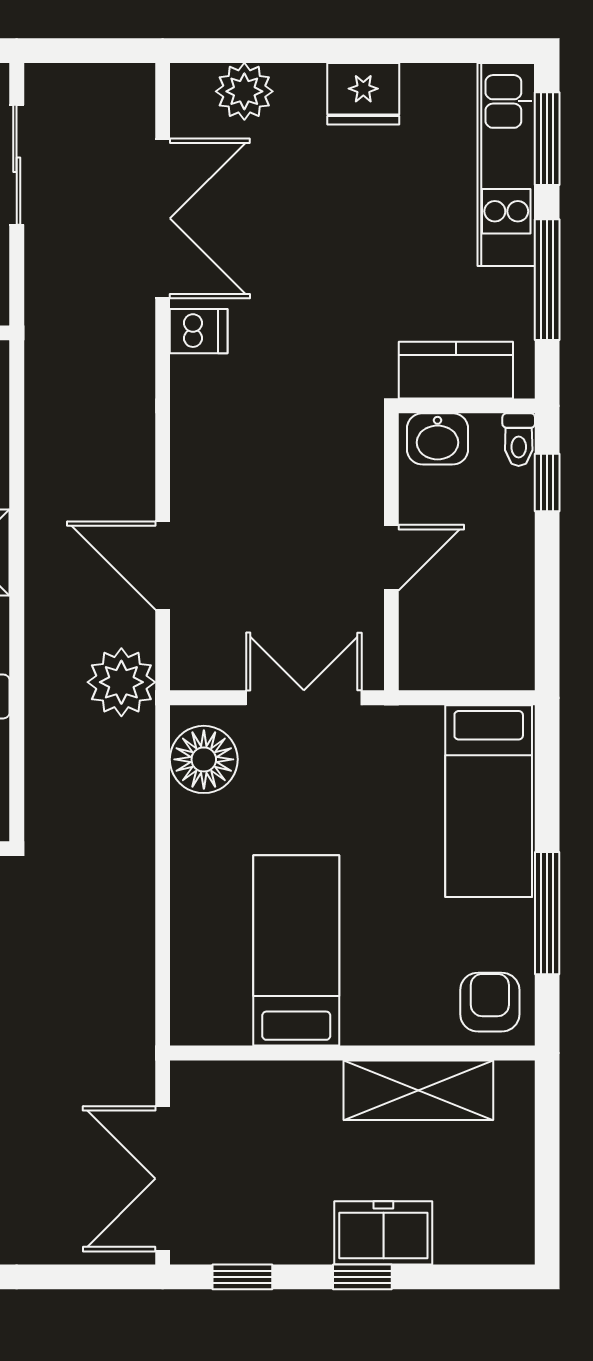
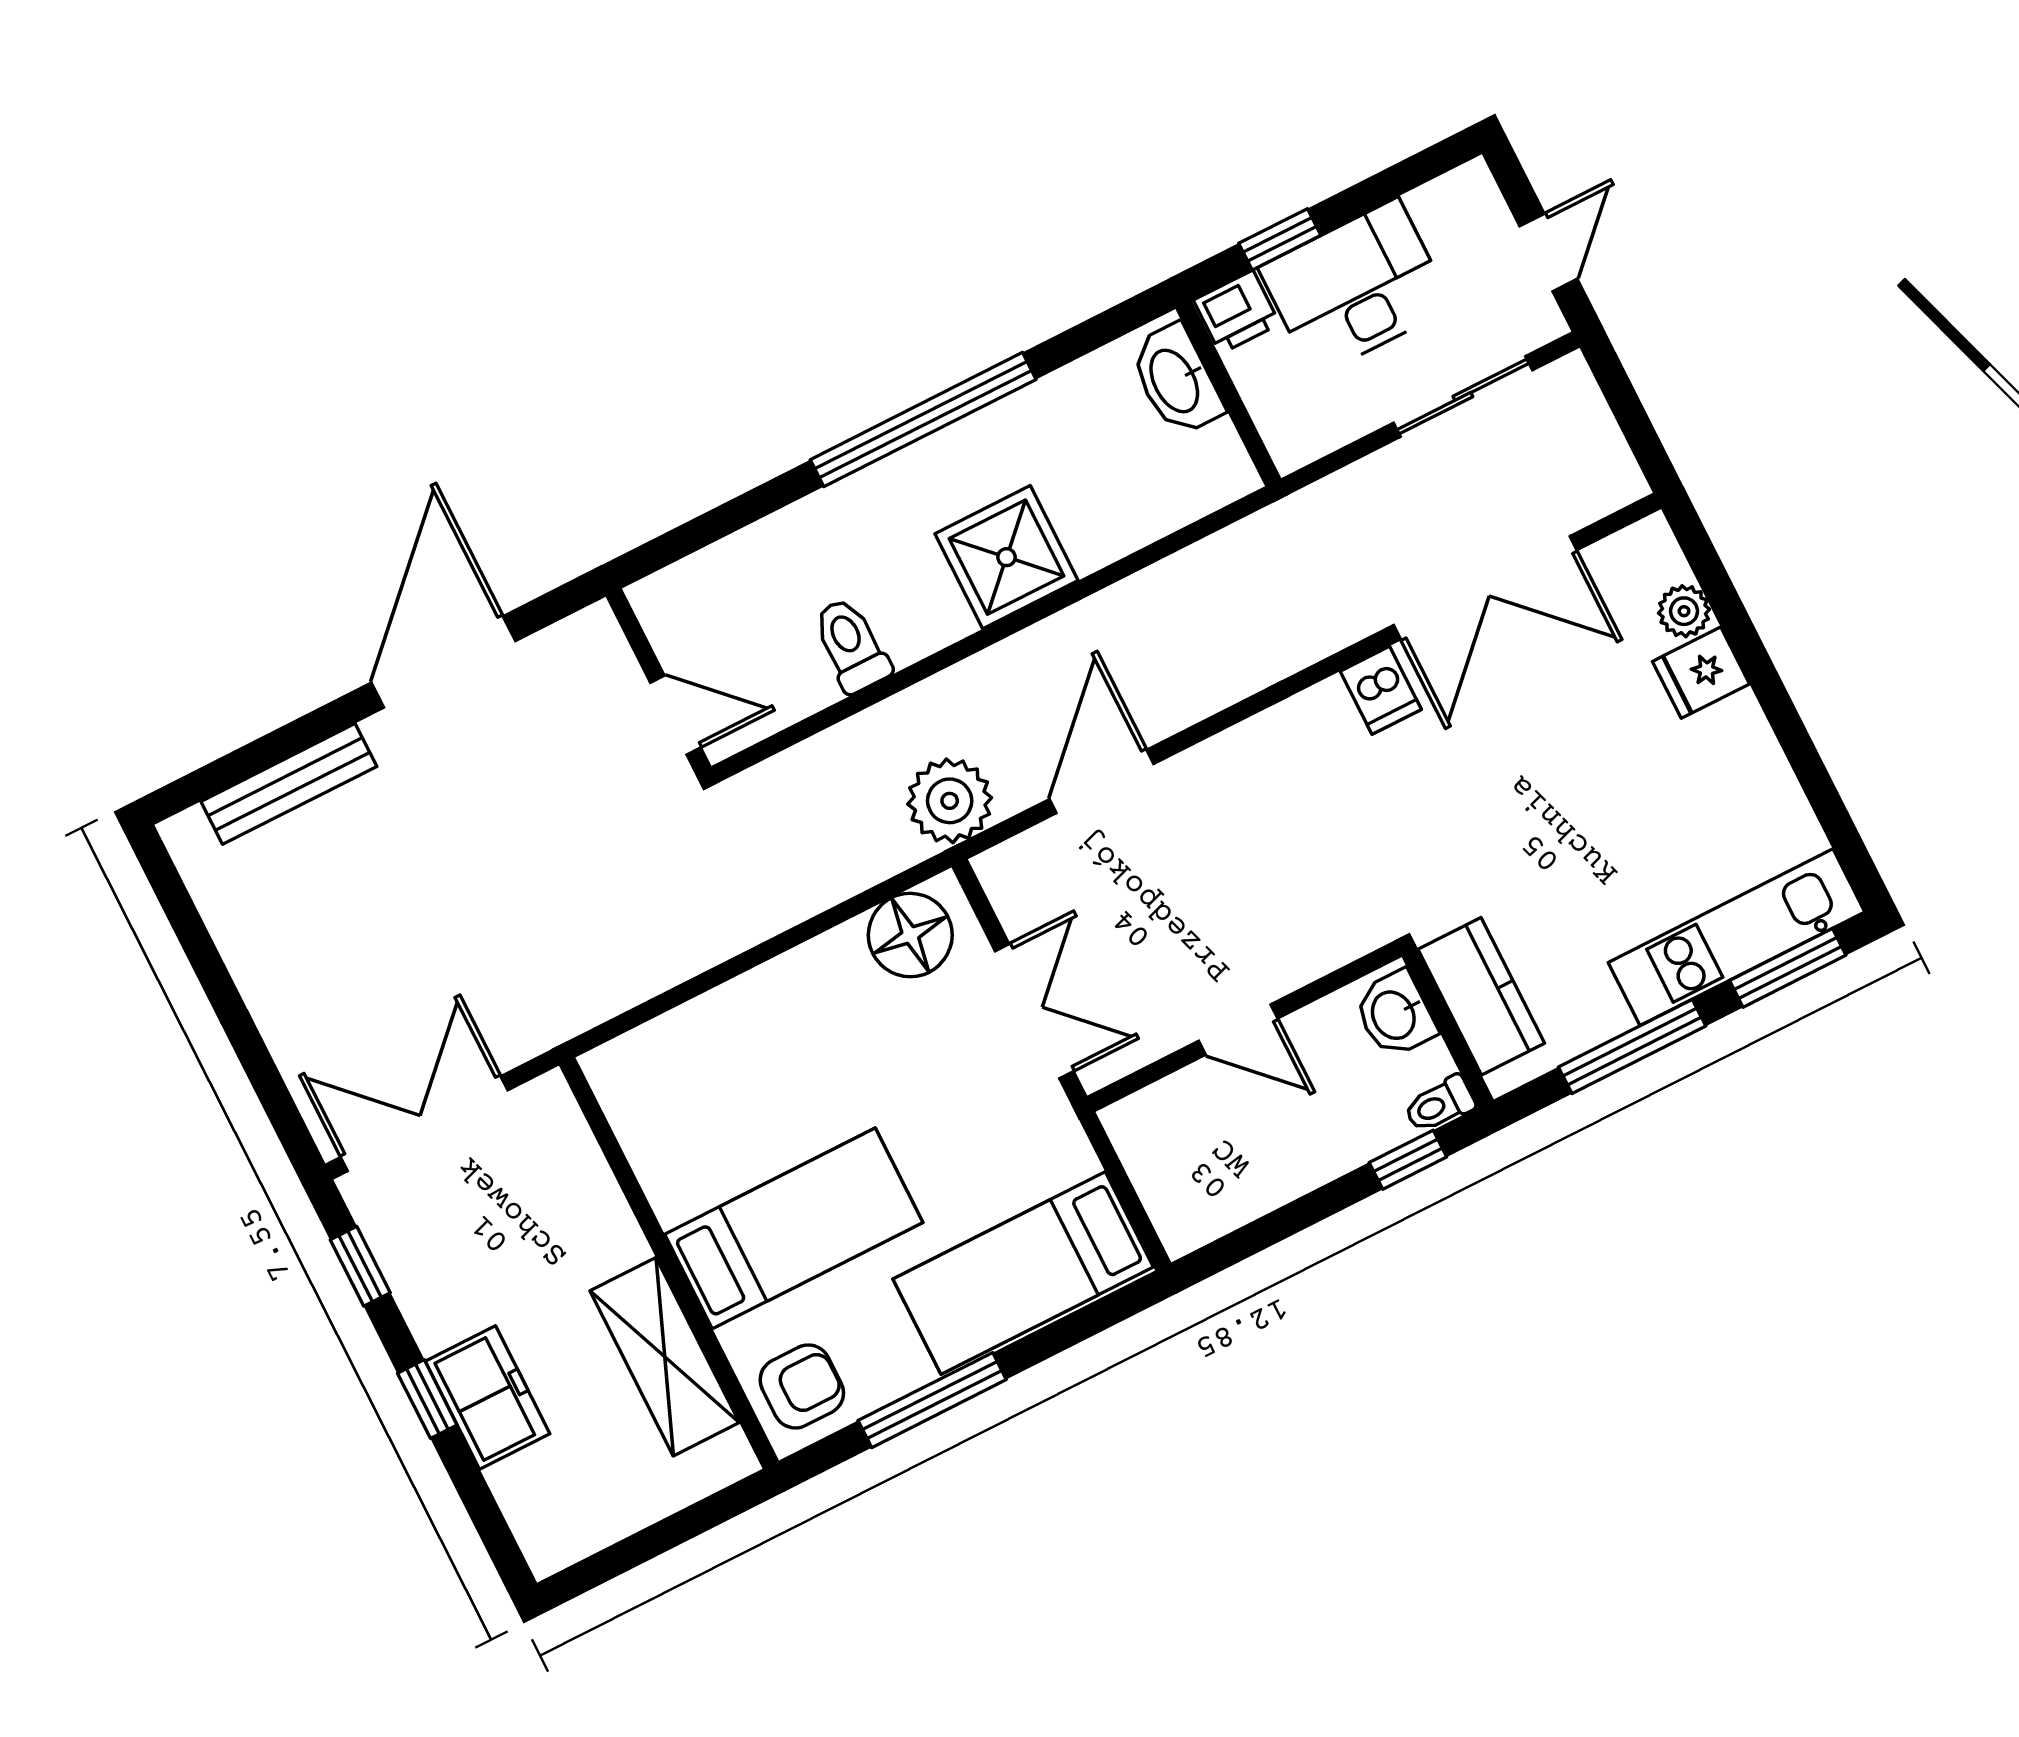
plant: (244, 91) -> (1684, 611), width x0.73, depth x0.73
fridge: (363, 94) -> (1701, 673), moved, width x0.72
bed: (296, 950) -> (794, 1228), moved

